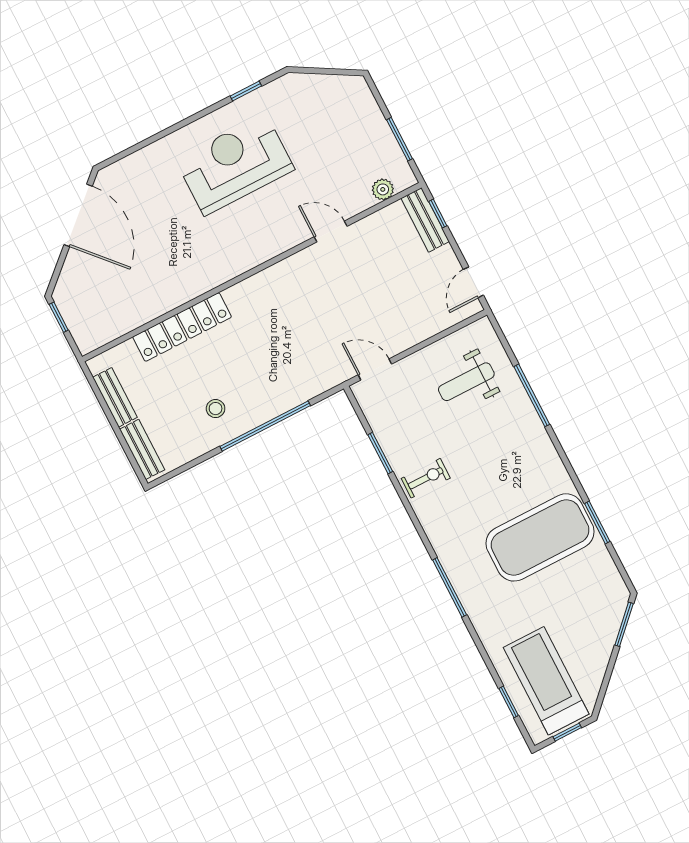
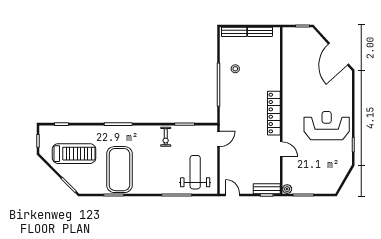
reception desk: (235, 165) -> (327, 126), turned -90
plant: (383, 189) -> (287, 189), moved
door: (78, 215) -> (338, 54), hinge flipped
door: (331, 231) -> (281, 149), hinge flipped
locker: (182, 327) -> (274, 113), moved
weight bench: (466, 382) -> (195, 172), width x1.36, depth x1.33
treadmill: (546, 681) -> (74, 154), moved

